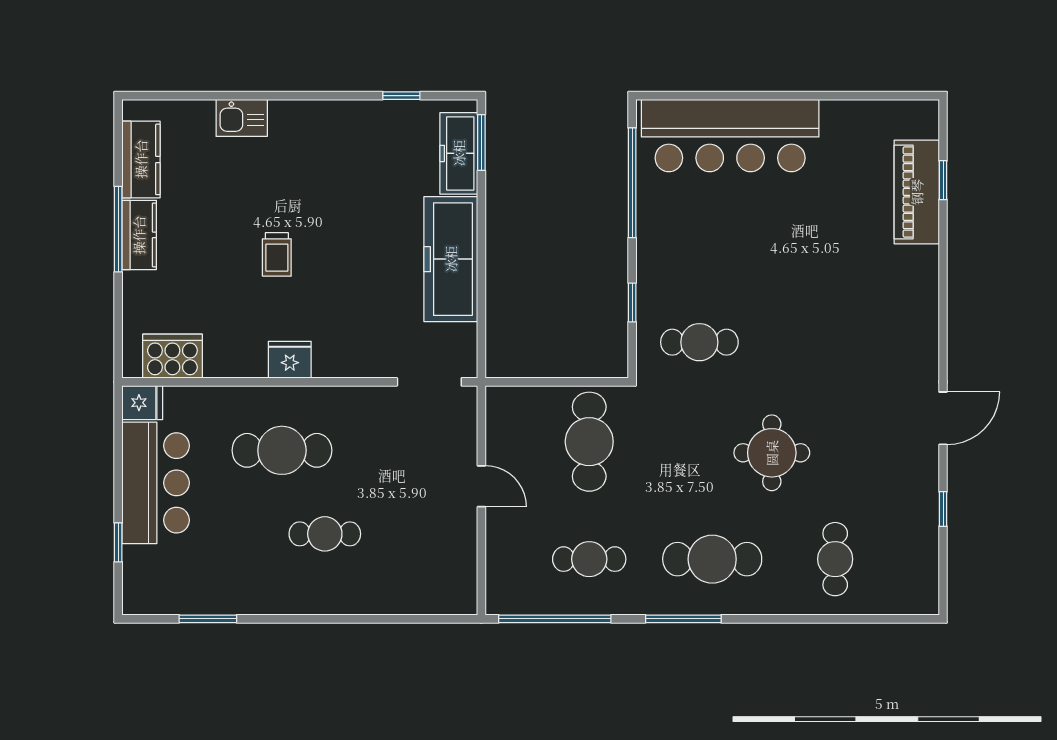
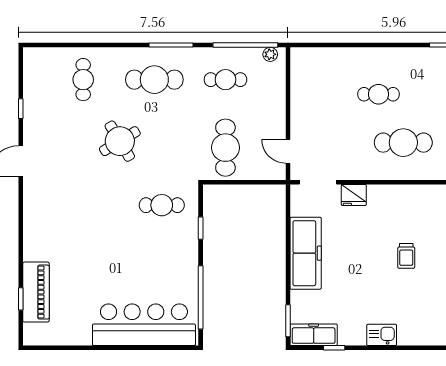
kitchen sink: (242, 118) -> (382, 335), moved
freezer: (459, 153) -> (314, 335), moved, turned -90
trolley: (277, 254) -> (406, 256), turned 180
fridge: (290, 360) -> (354, 195), moved
round table: (772, 453) -> (120, 141), turned -31
door: (481, 486) -> (288, 151), moved
plant: (512, 603) -> (270, 54), added

